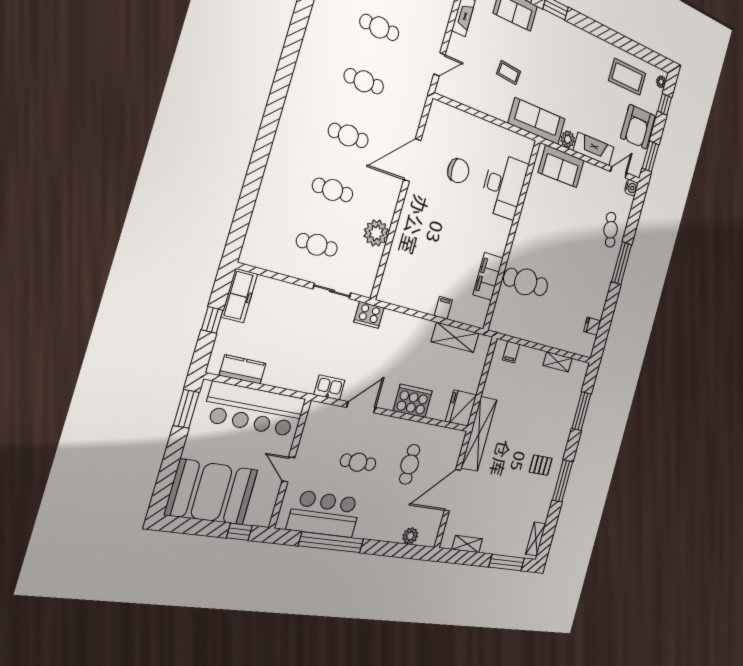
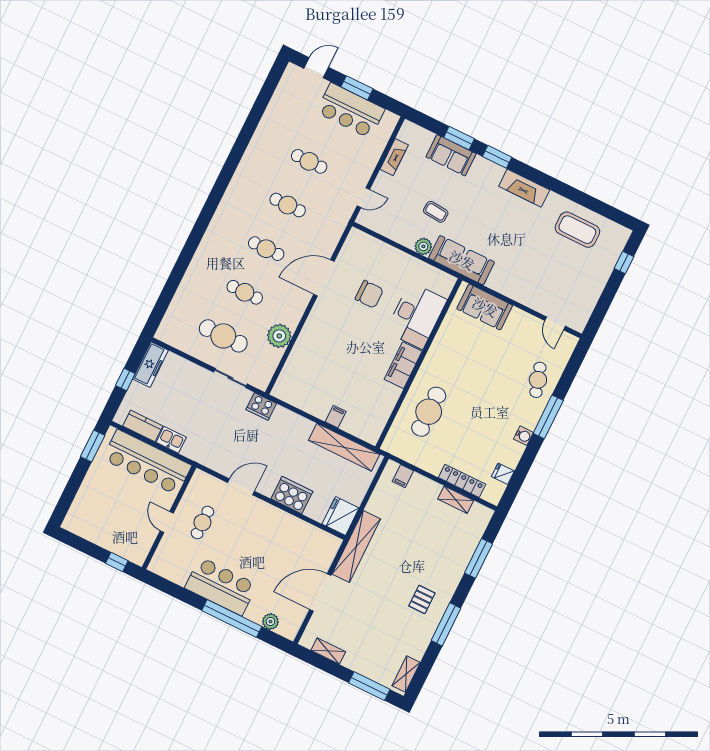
plant: (661, 82) -> (622, 239), removed
armchair: (638, 127) -> (586, 281), removed
plant: (568, 139) -> (423, 246), moved
fireplace: (594, 149) -> (524, 188), moved, turned 180
window: (651, 156) -> (599, 313), removed
door: (619, 172) -> (555, 323), swing flipped
water cooler: (631, 188) -> (523, 436), moved
cafe table: (317, 245) -> (223, 336), width x1.37, depth x1.35
filing cabinet: (488, 276) -> (403, 365), moved
cafe table: (526, 282) -> (429, 412), turned 90
shelving: (455, 337) -> (344, 447), width x1.47
locker: (561, 342) -> (462, 481), added
kitchen sink: (329, 388) -> (171, 440), moved
cafe table: (358, 462) -> (202, 522), moved, turned 90
cafe table: (410, 464) -> (280, 553), removed
pallet: (541, 465) -> (422, 600), turned 90
booth: (212, 492) -> (100, 521), removed
bar counter: (325, 514) -> (221, 586), moved
window: (331, 542) -> (232, 619), moved

